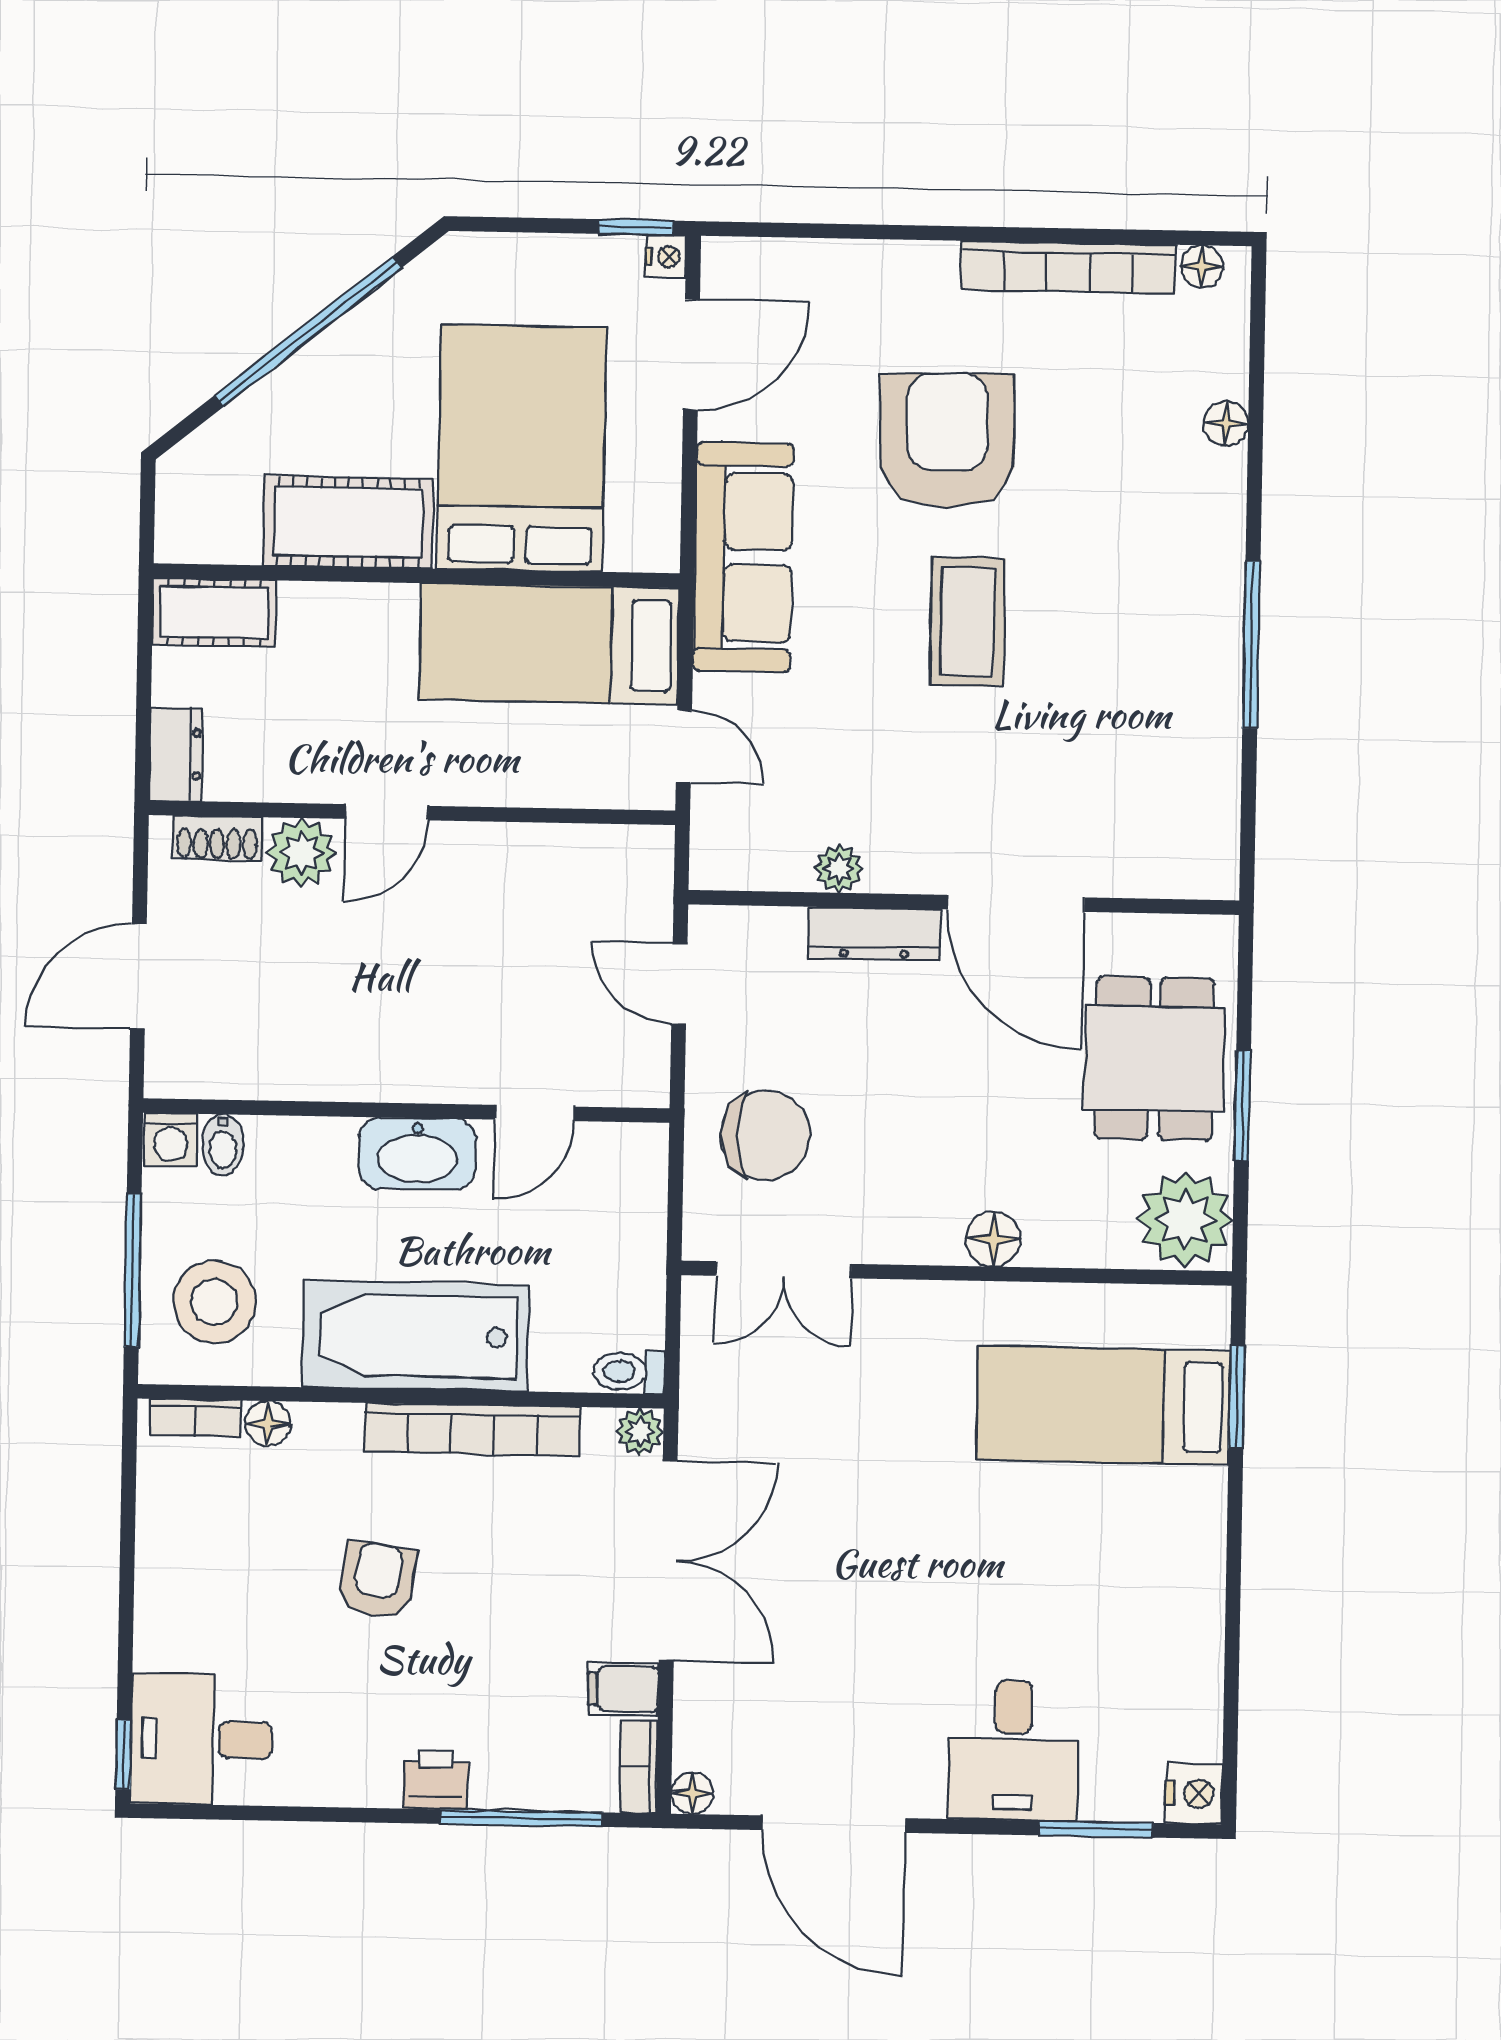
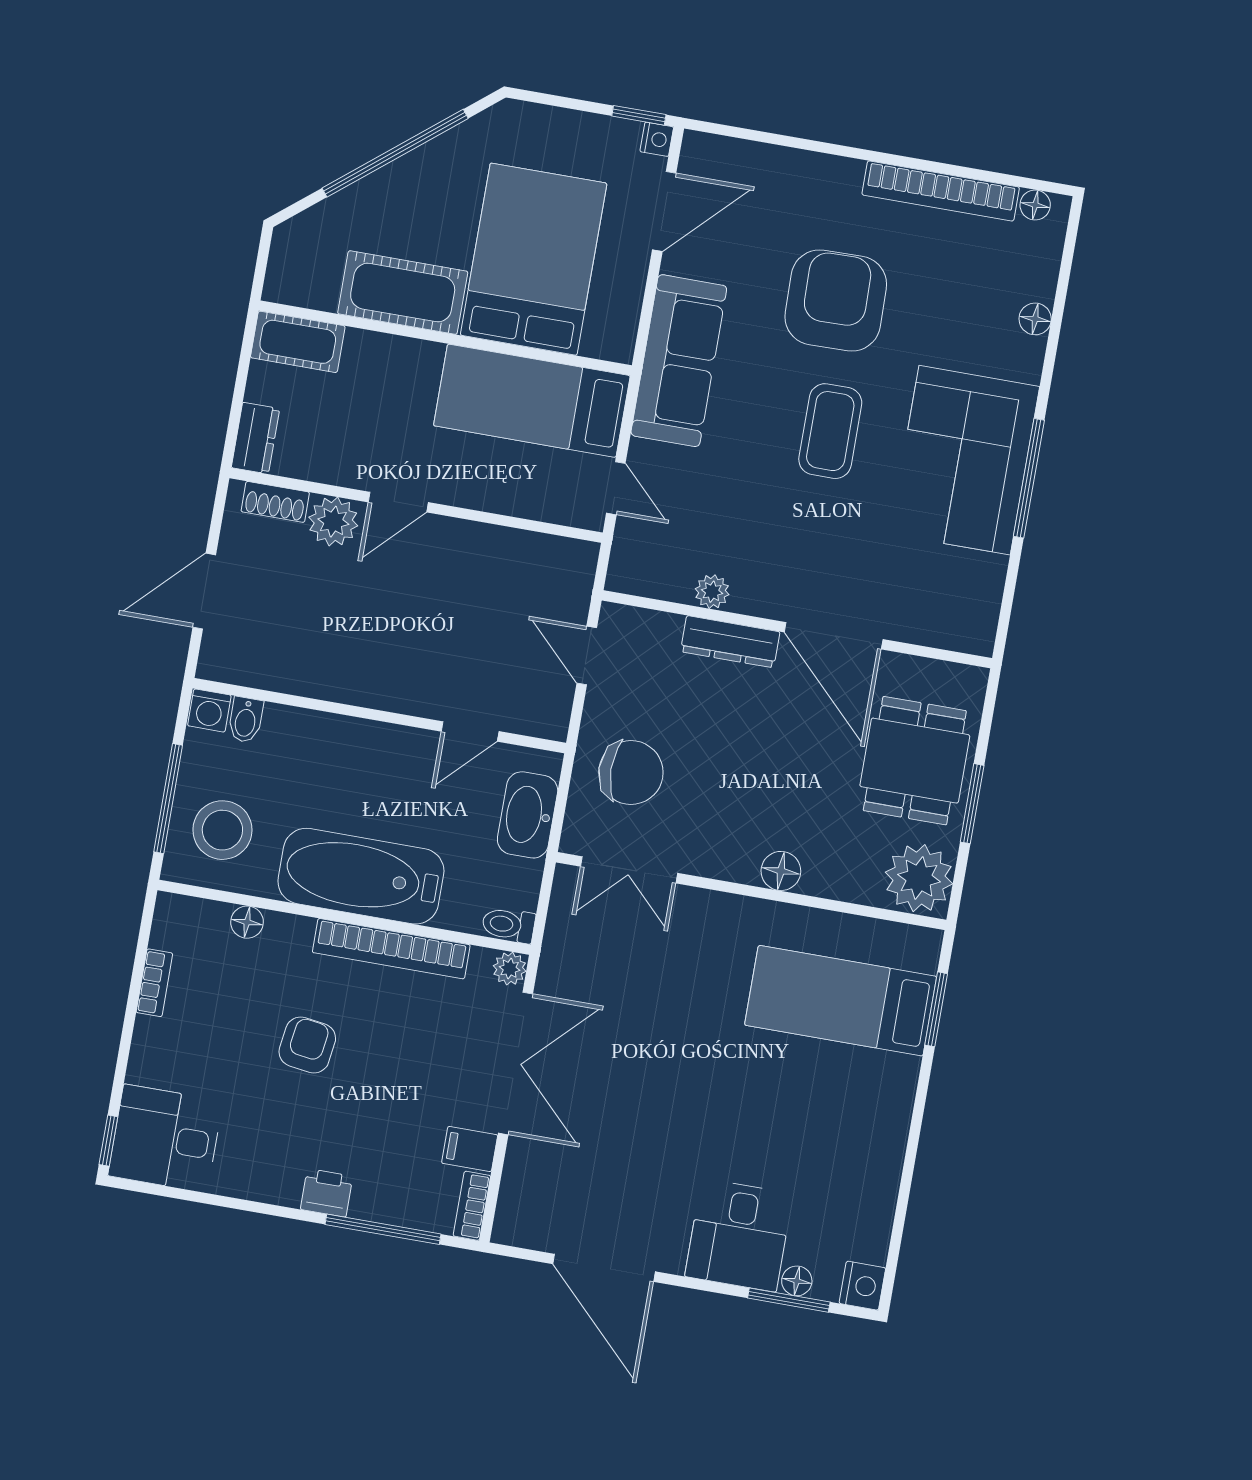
corner sofa: (1159, 633) -> (965, 460), added
washbasin: (417, 1154) -> (528, 815), moved, turned 90
bookcase: (195, 1418) -> (154, 983), moved, turned -90
floor lamp: (692, 1793) -> (797, 1281), moved

